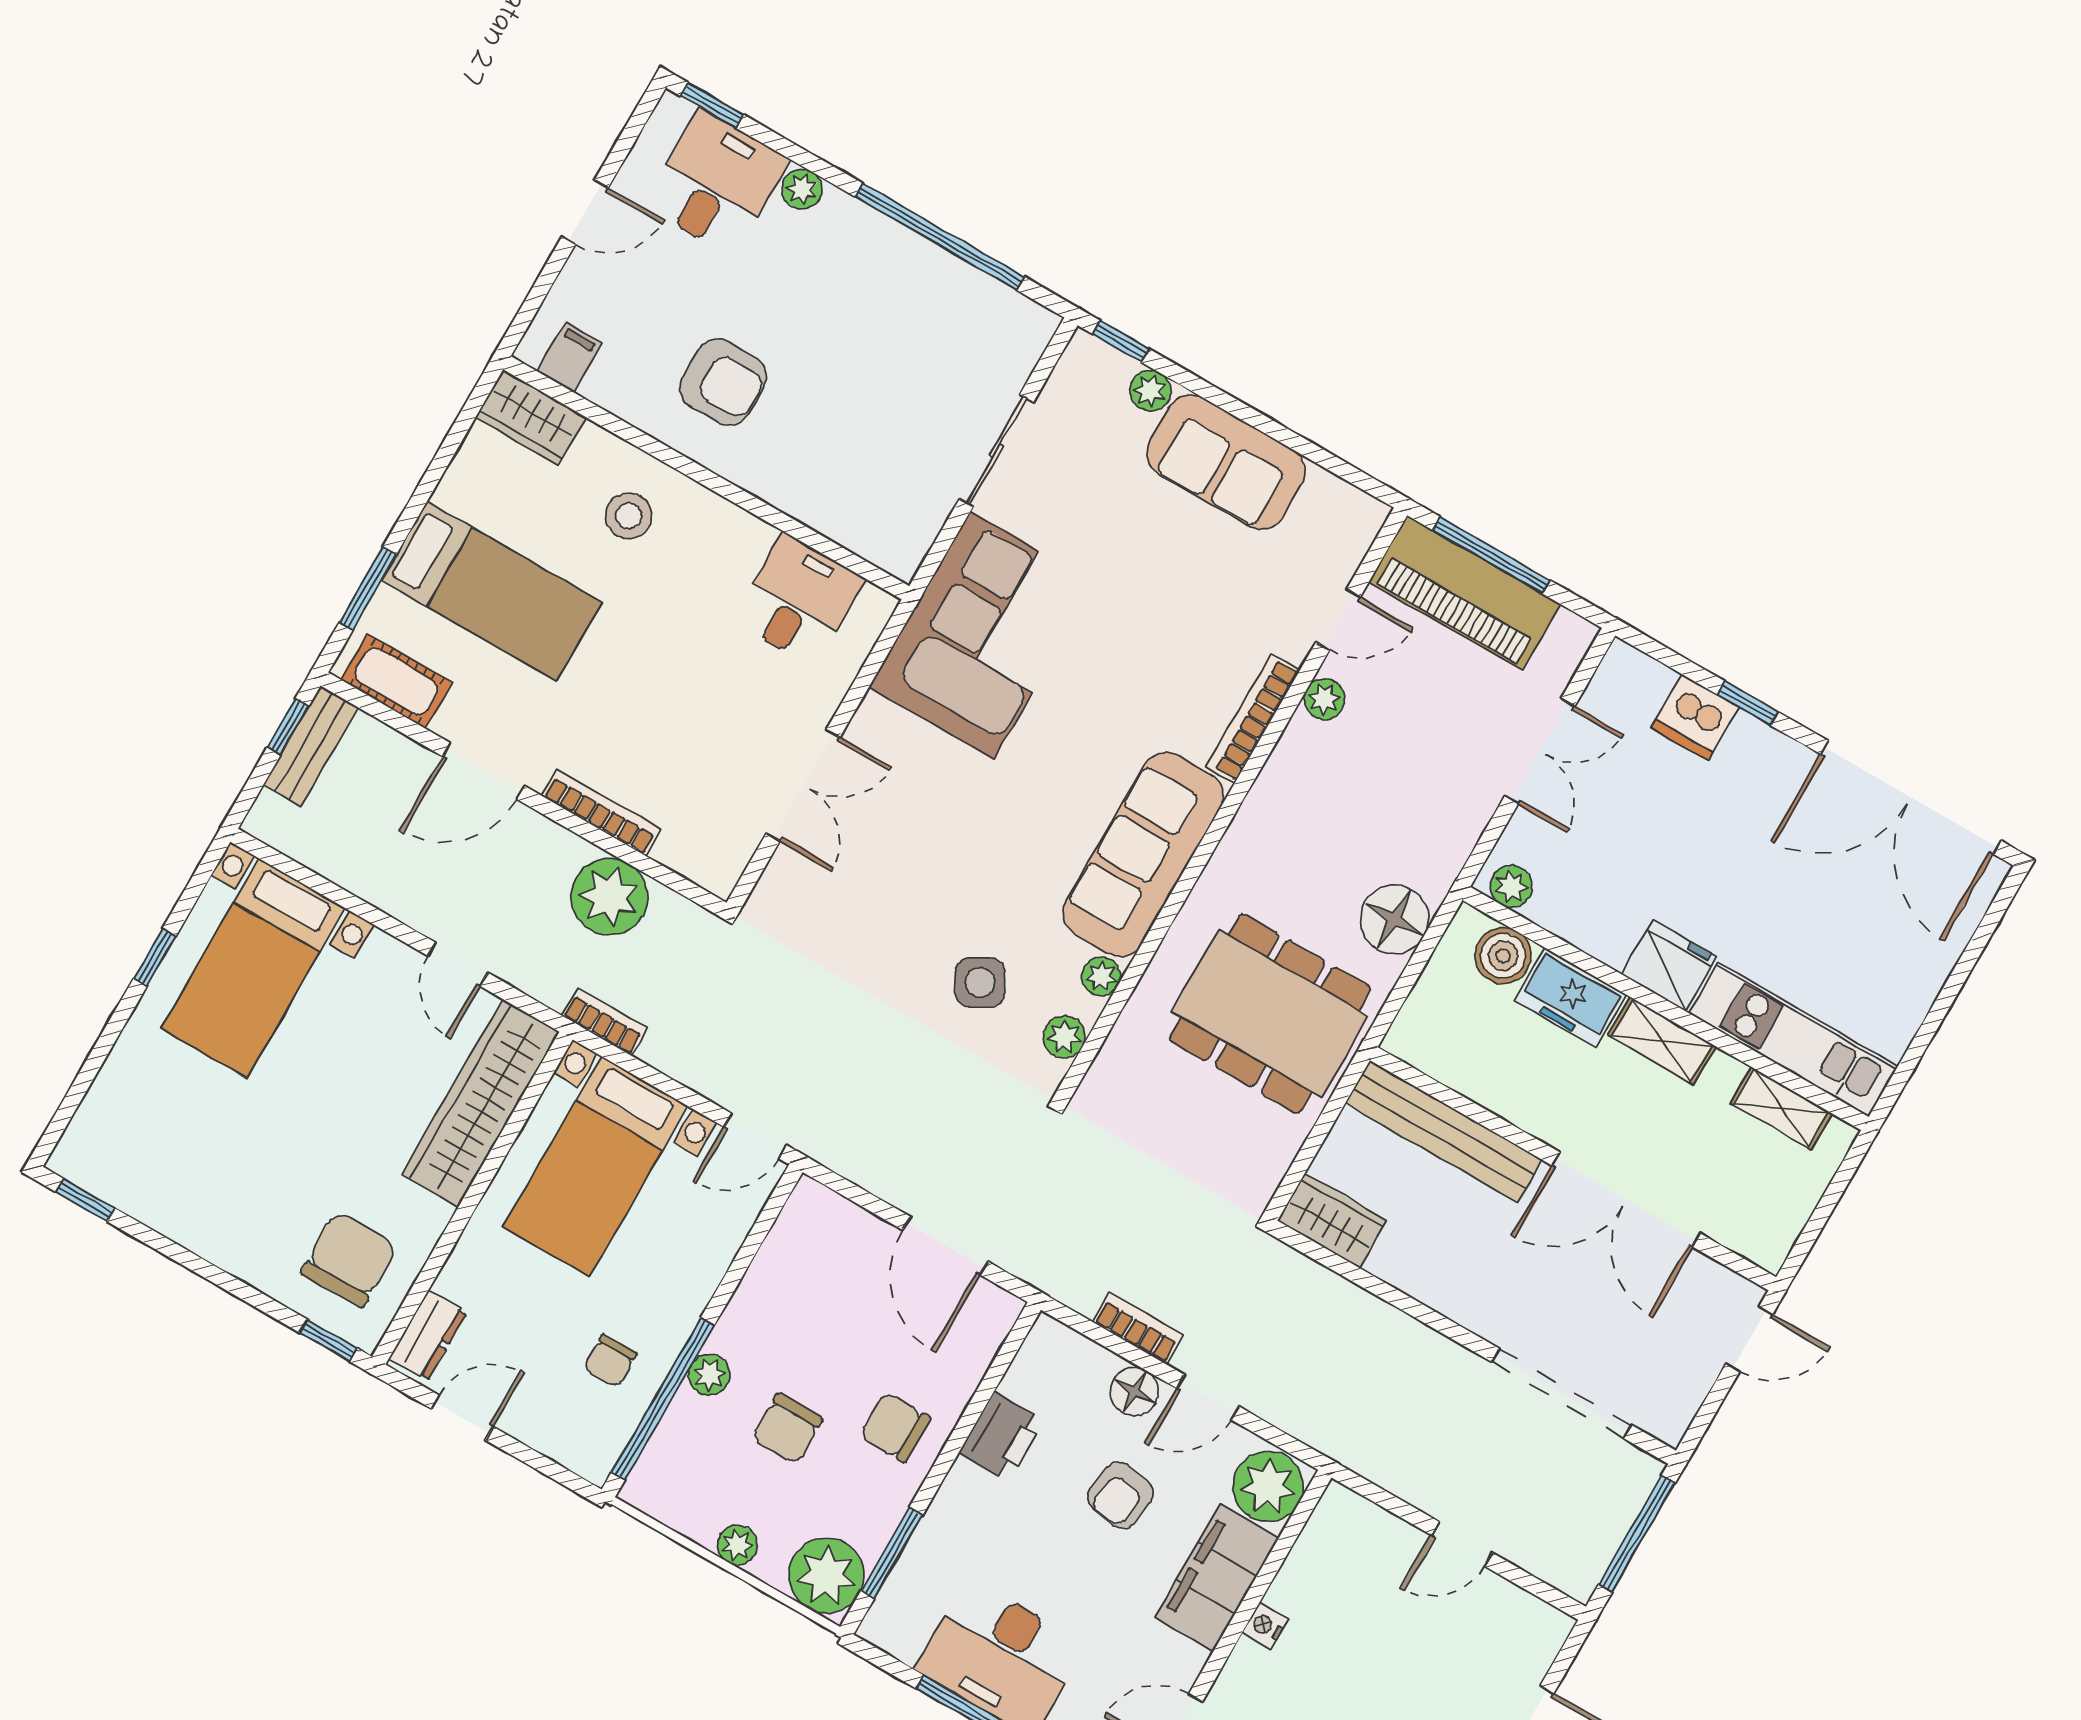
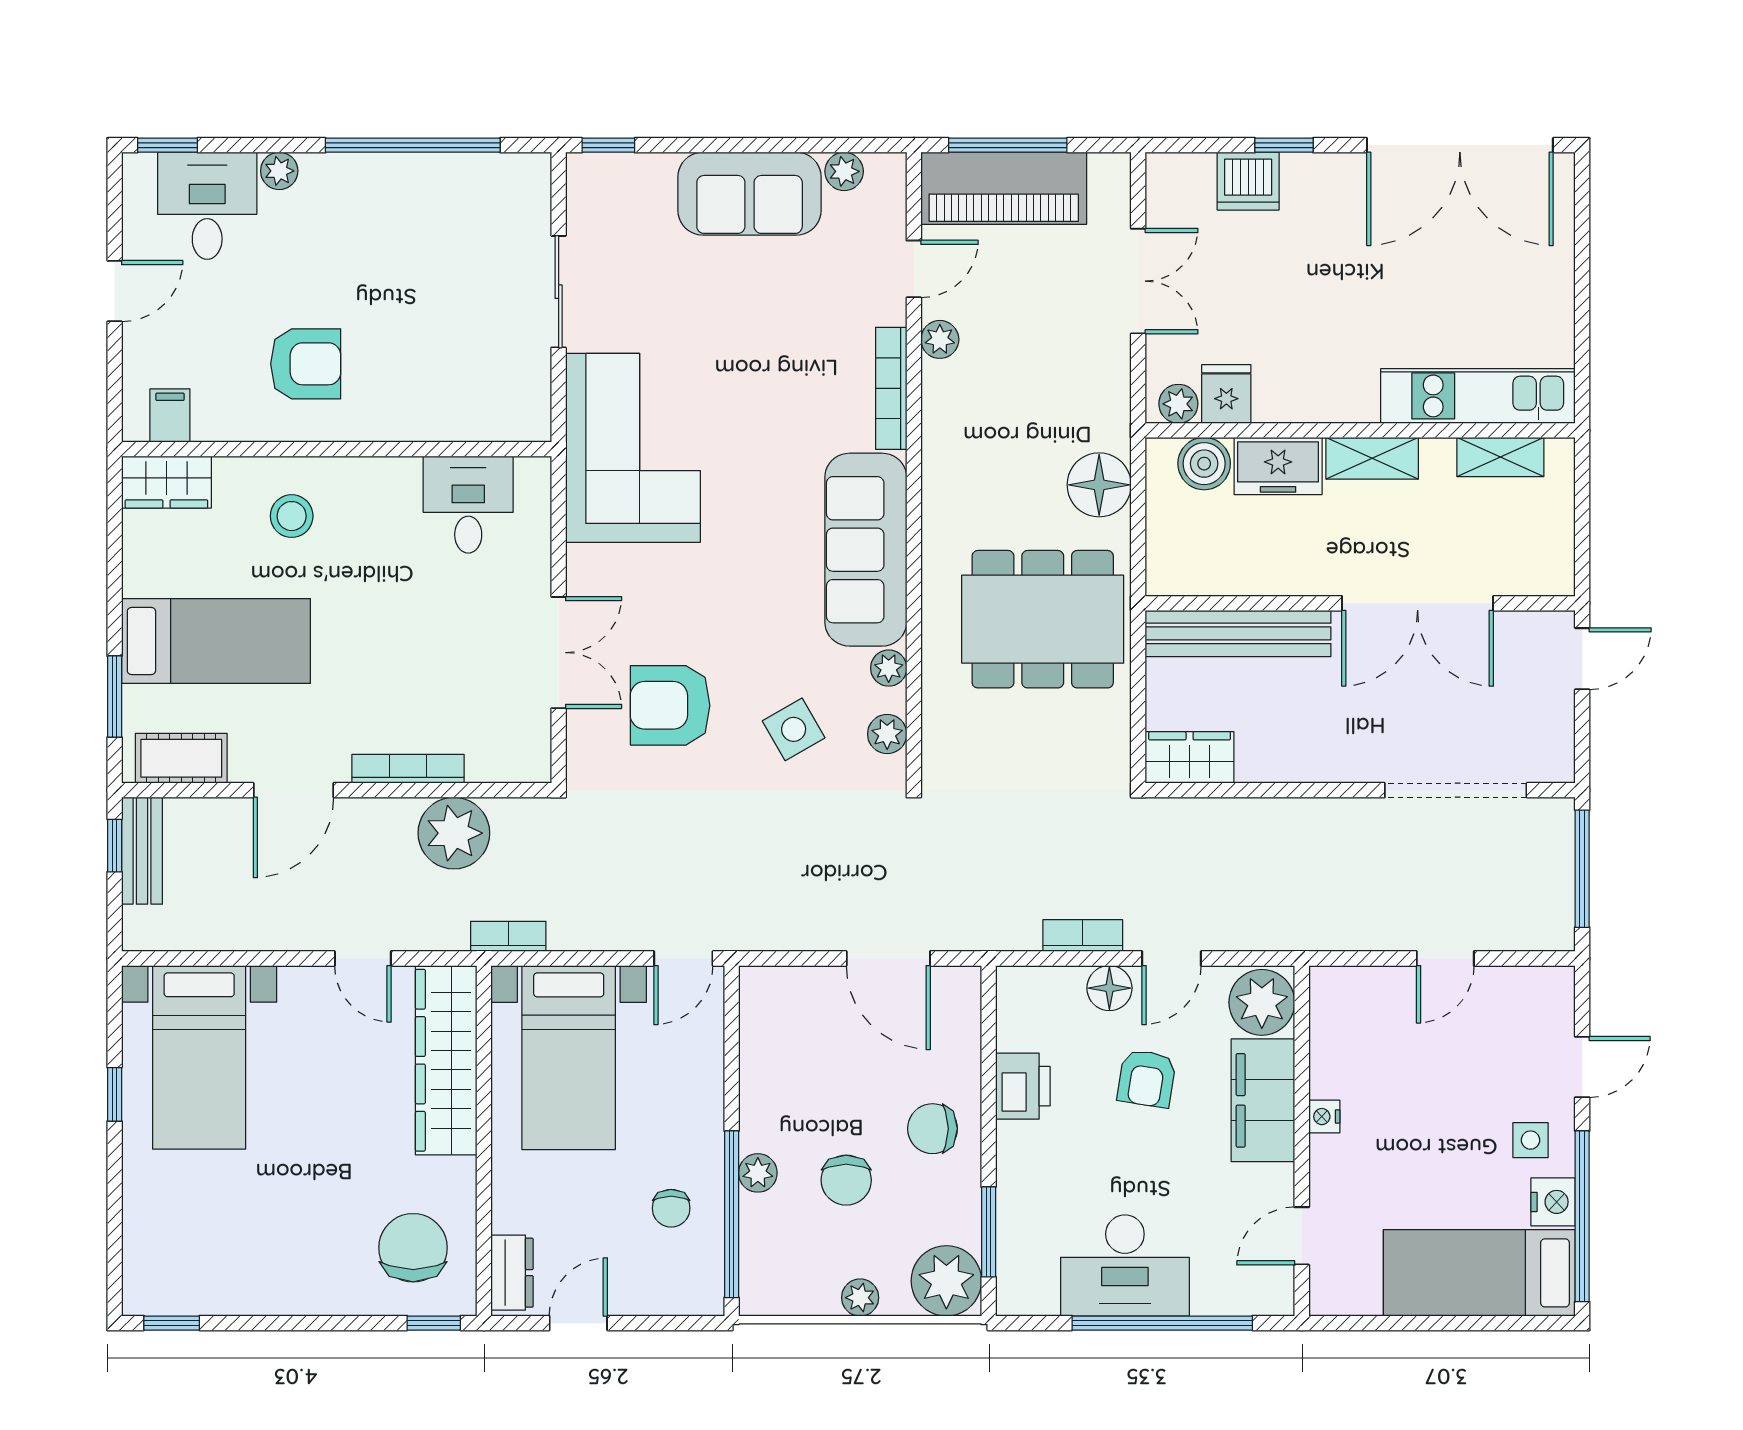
plant: (1150, 391) -> (844, 171), moved
armchair: (878, 894) -> (670, 705), added
fridge: (1669, 965) -> (1226, 394), moved, width x0.72

